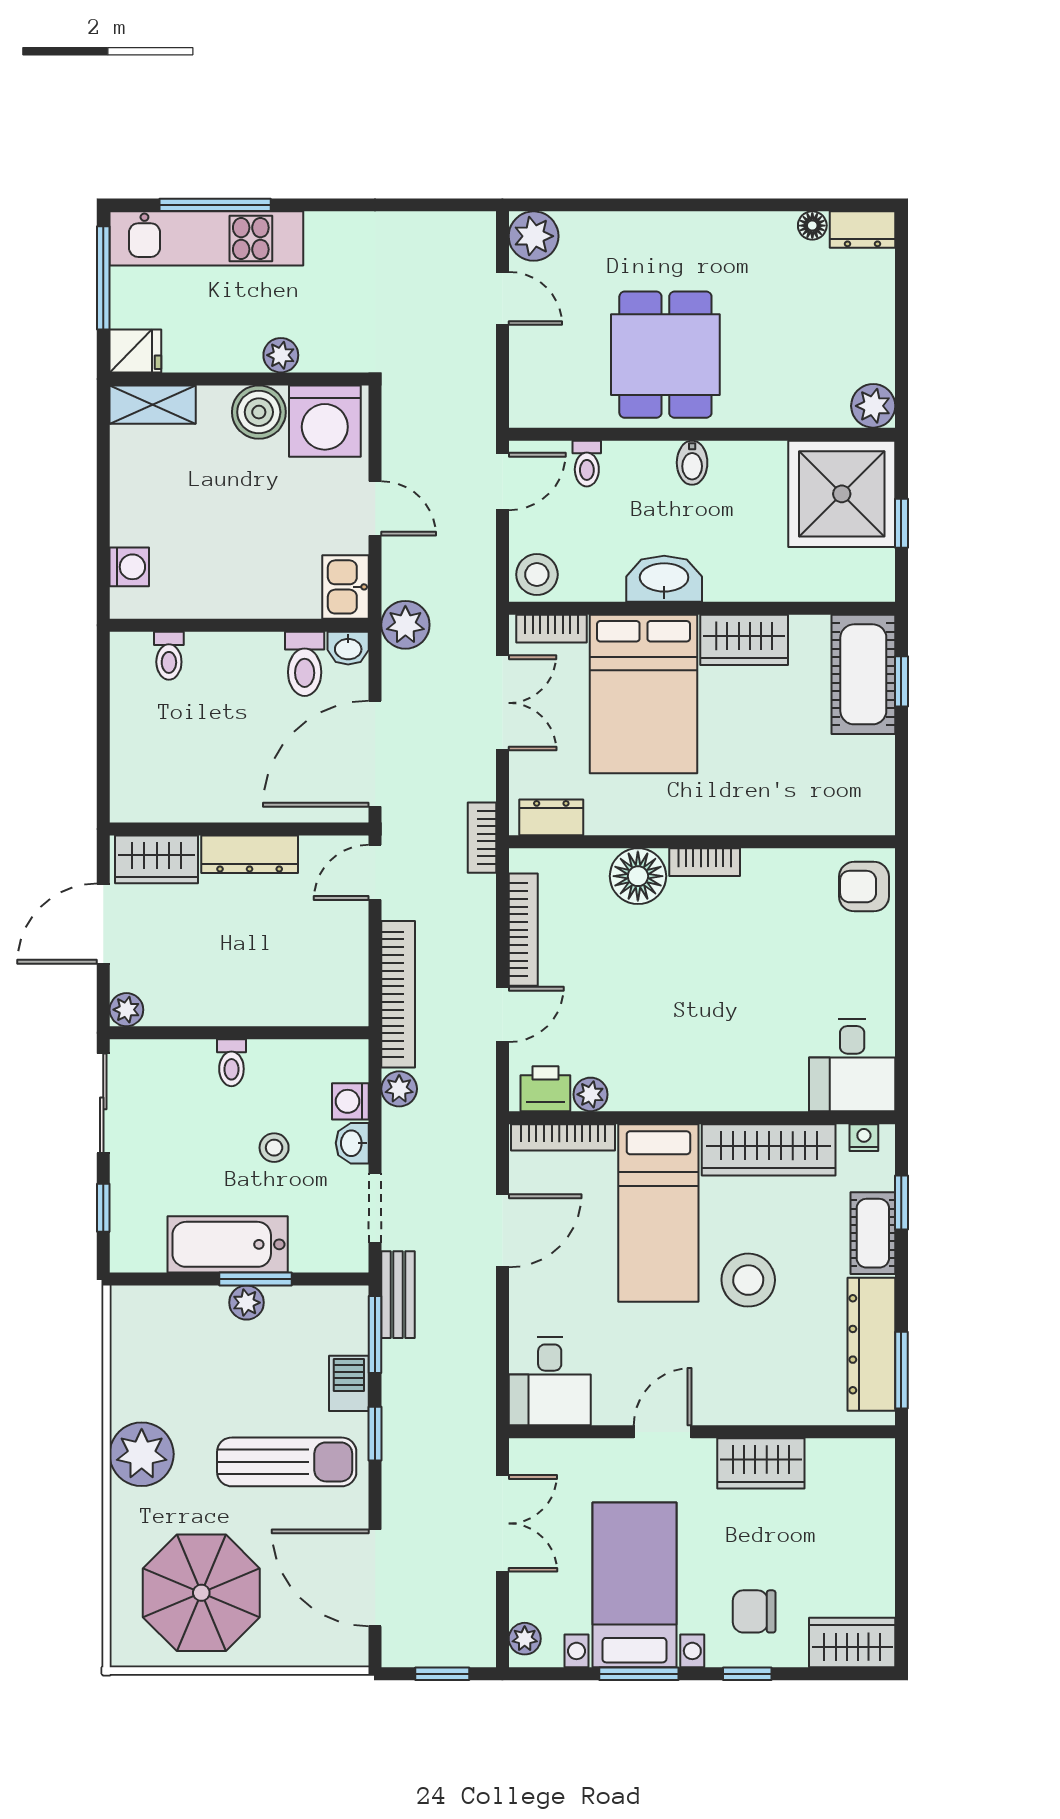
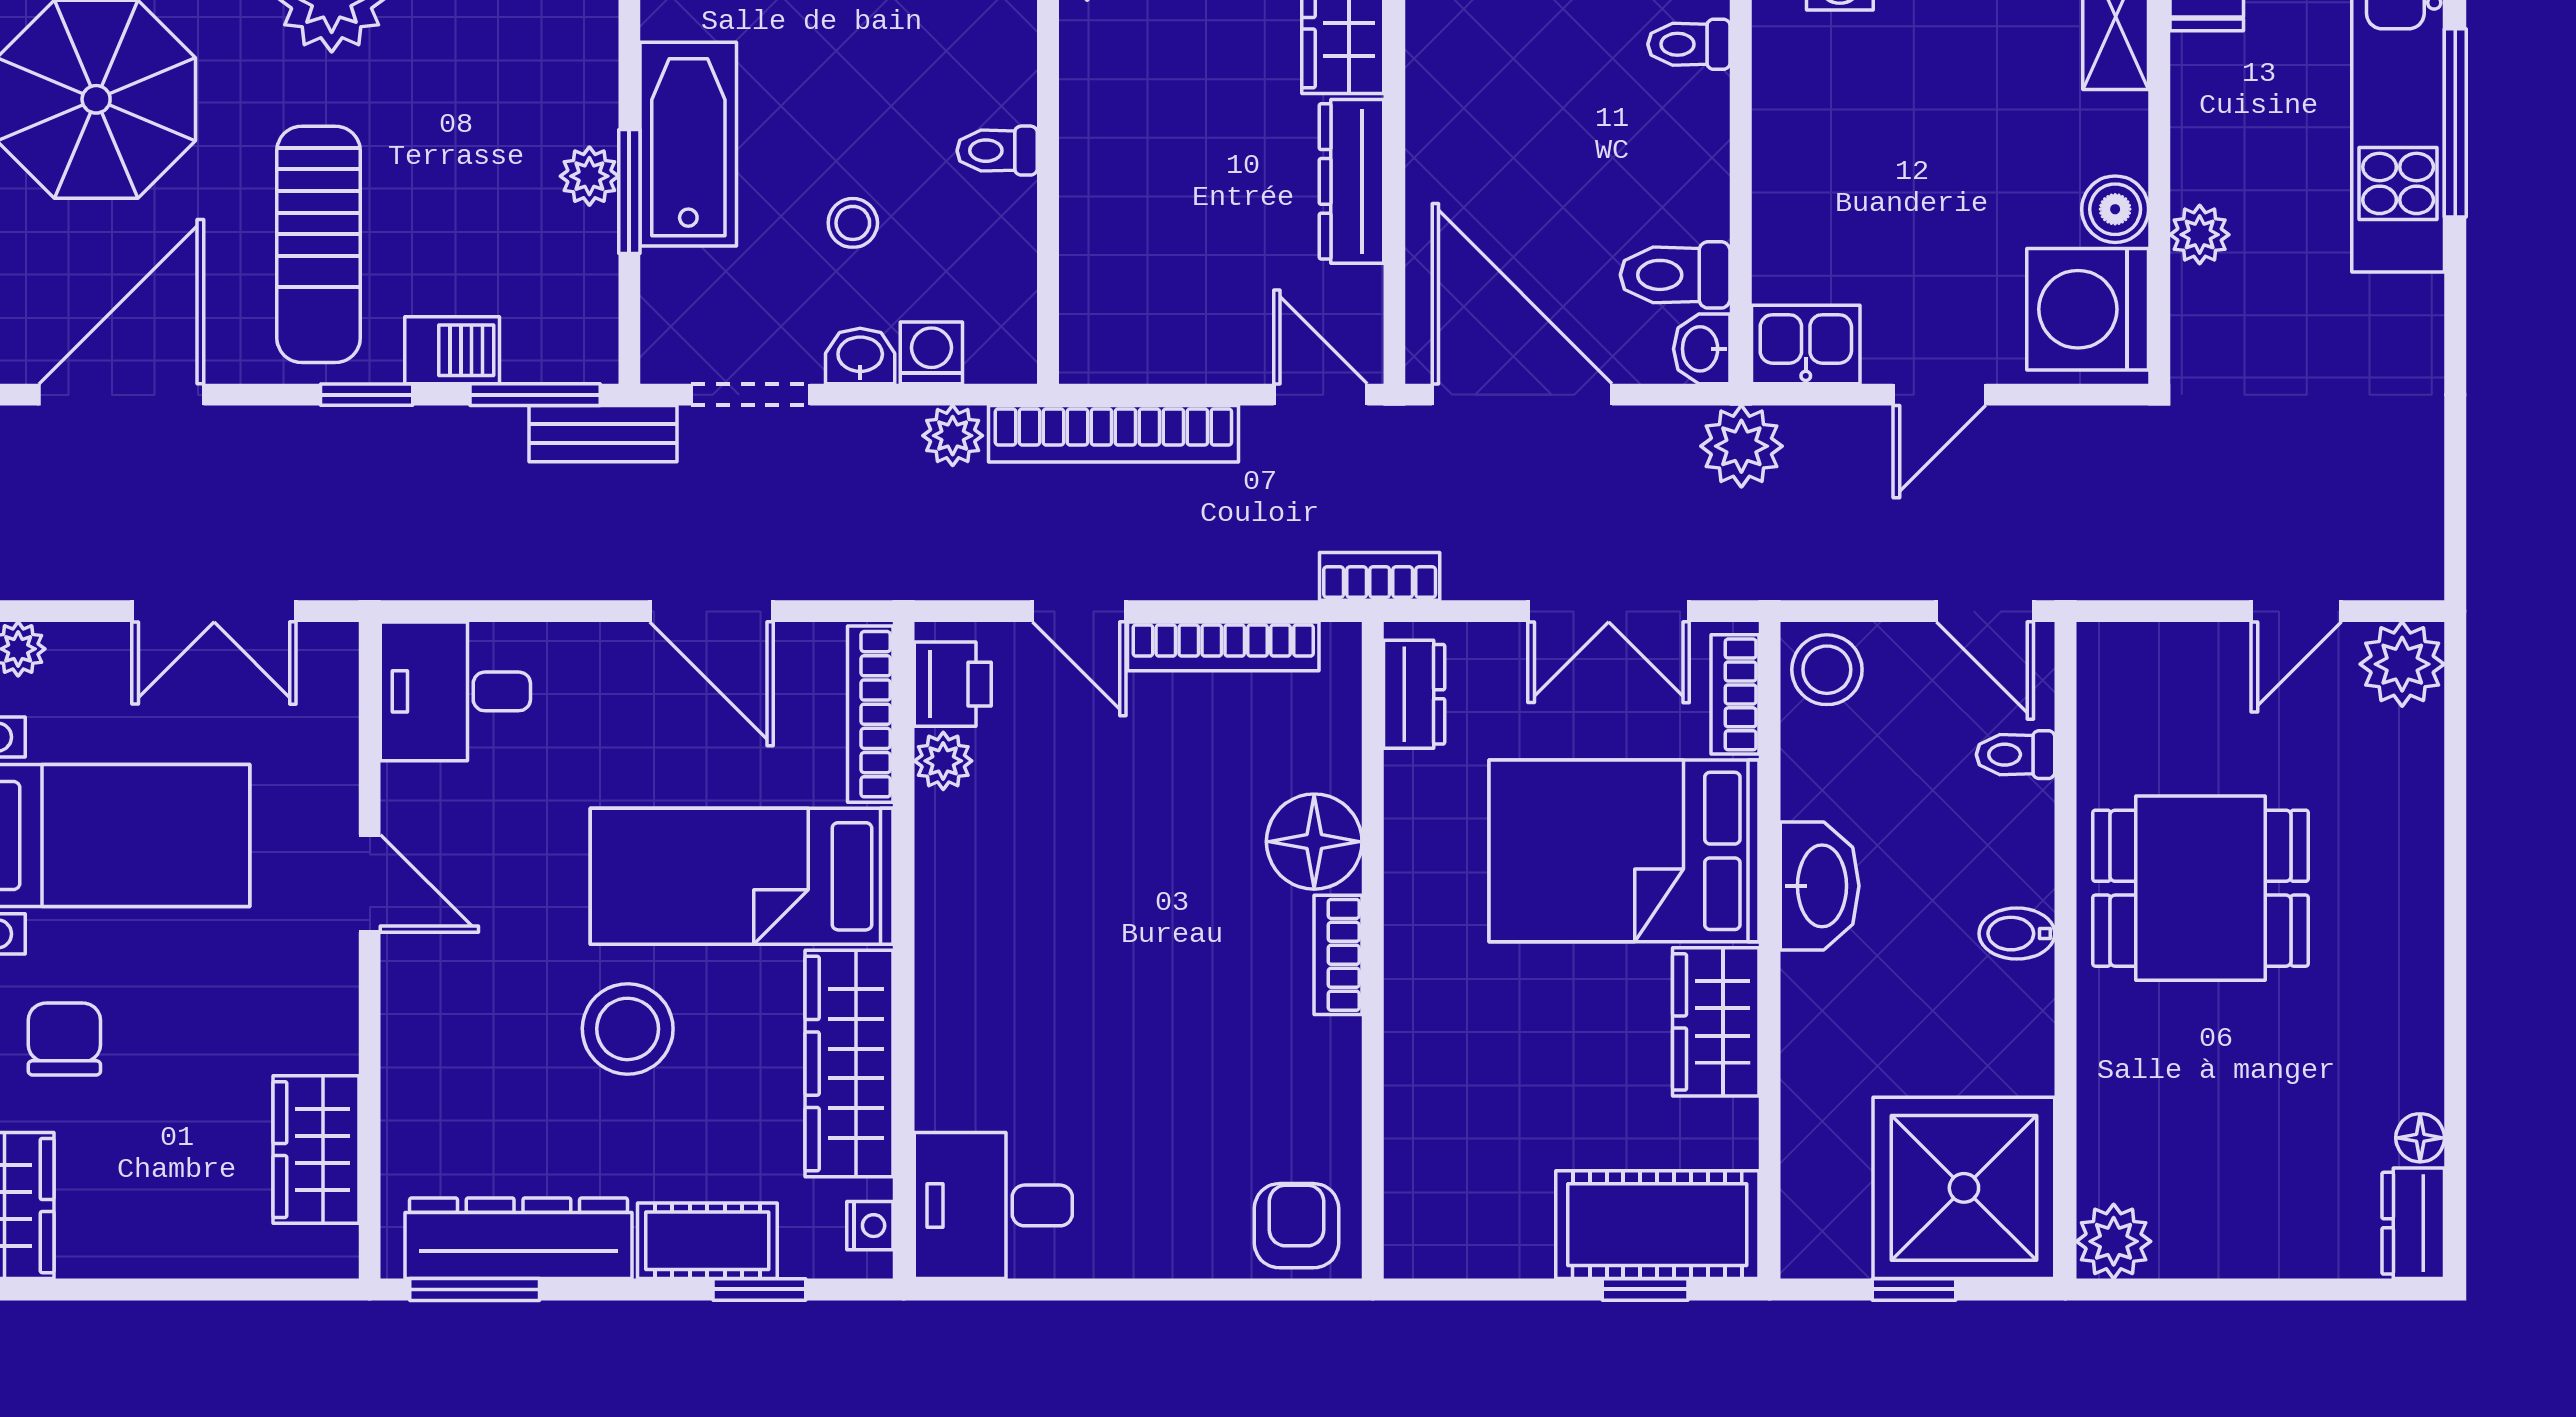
boiler: (259, 412) -> (2115, 209), width x0.73, depth x0.73
wardrobe: (761, 1463) -> (316, 1150), moved

